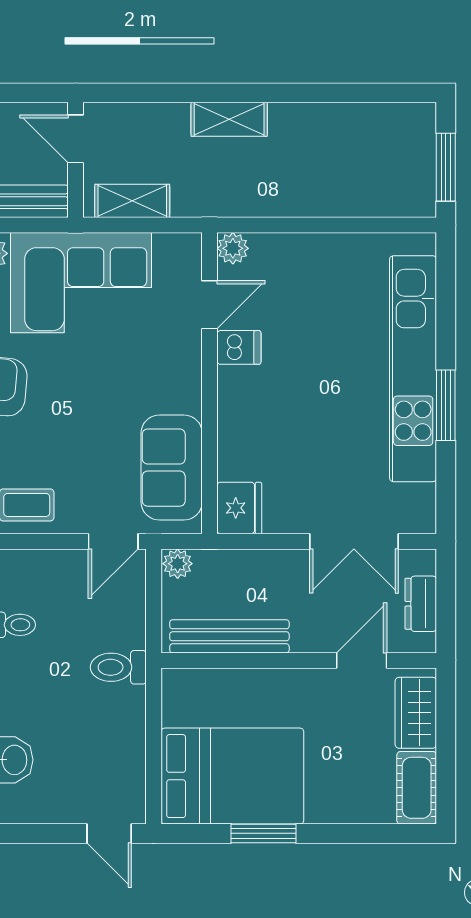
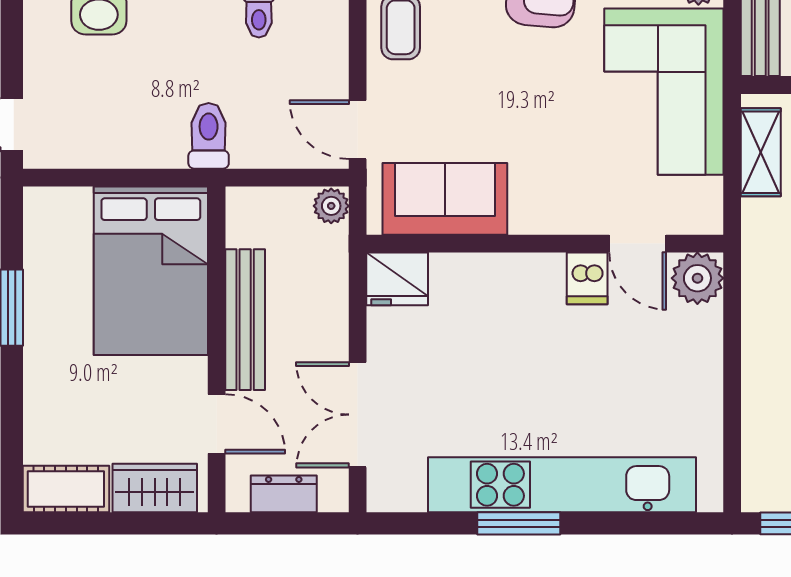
plant: (233, 248) -> (697, 278), width x1.38, depth x1.38
bench: (229, 636) -> (245, 320), moved
bed: (232, 776) -> (151, 271), moved

